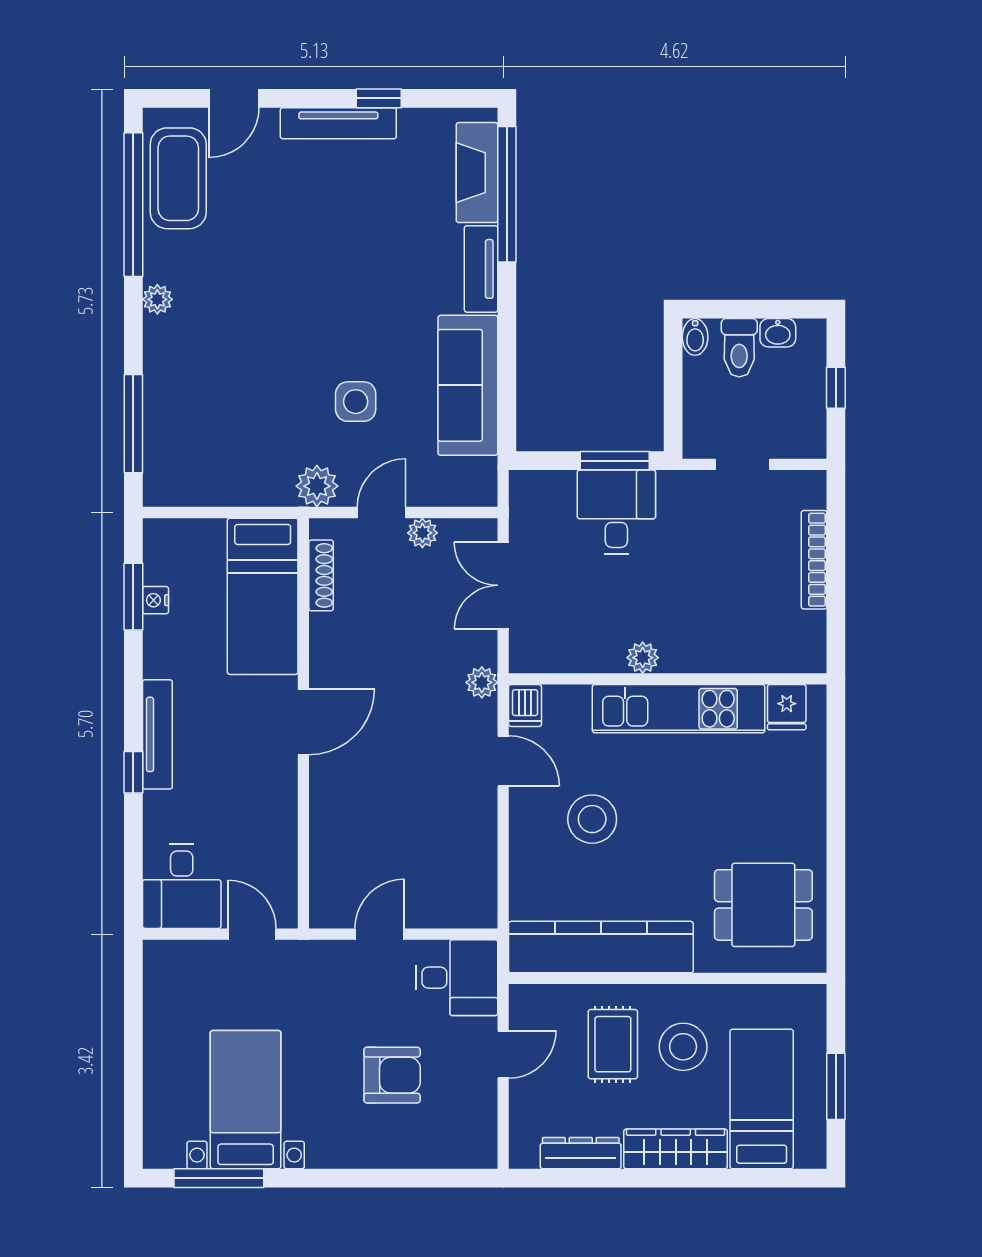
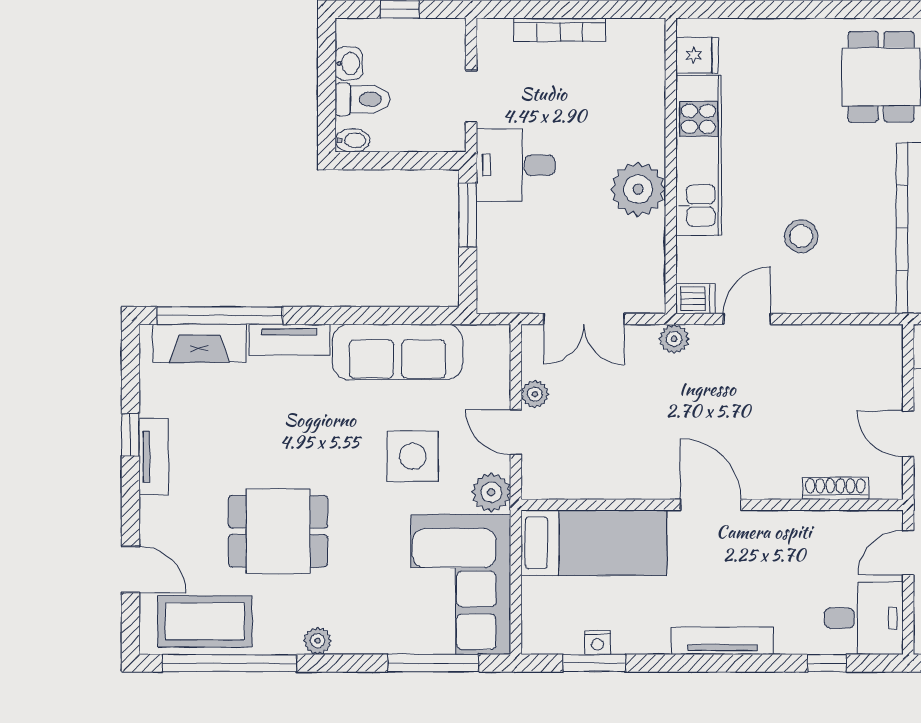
tv unit: (338, 123) -> (154, 457), width x0.71
dining table: (275, 257) -> (278, 531), added
side table: (356, 402) -> (413, 456), width x1.37, depth x1.37
corner sofa: (218, 453) -> (461, 584), added
desk: (616, 512) -> (516, 165), moved
shoe rack: (321, 575) -> (835, 488), moved
plant: (643, 658) -> (638, 189), width x1.88, depth x1.88
window: (133, 772) -> (827, 663), moved
stool: (592, 819) -> (801, 236), width x0.73, depth x0.73

